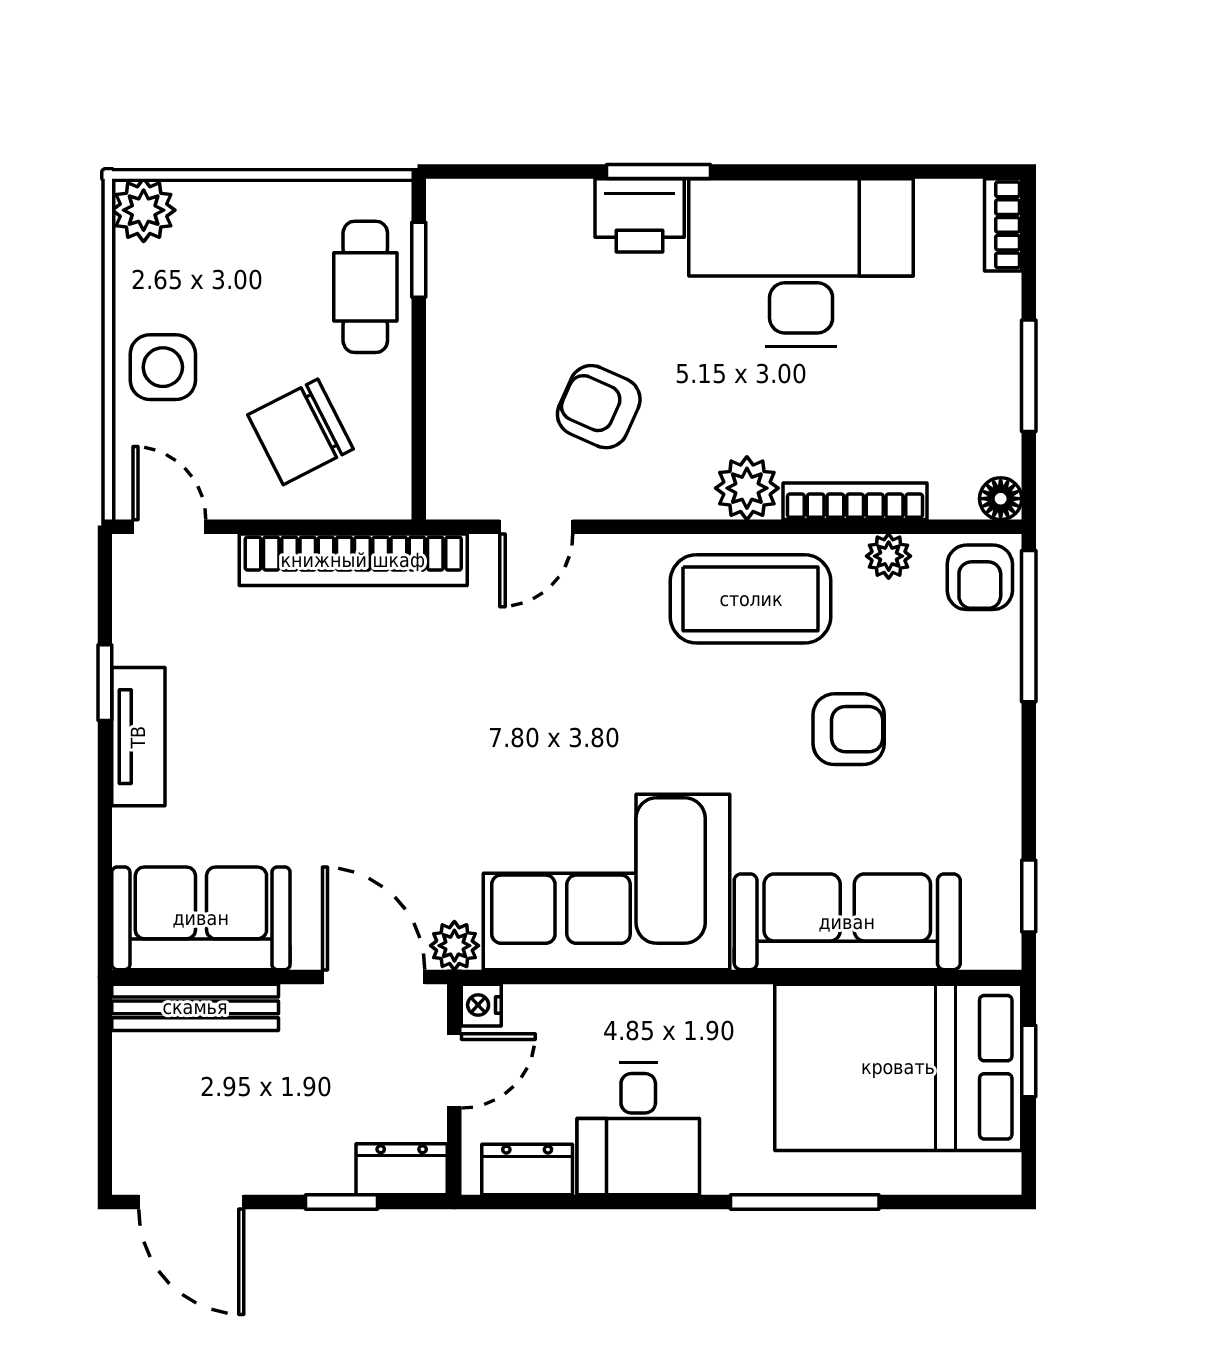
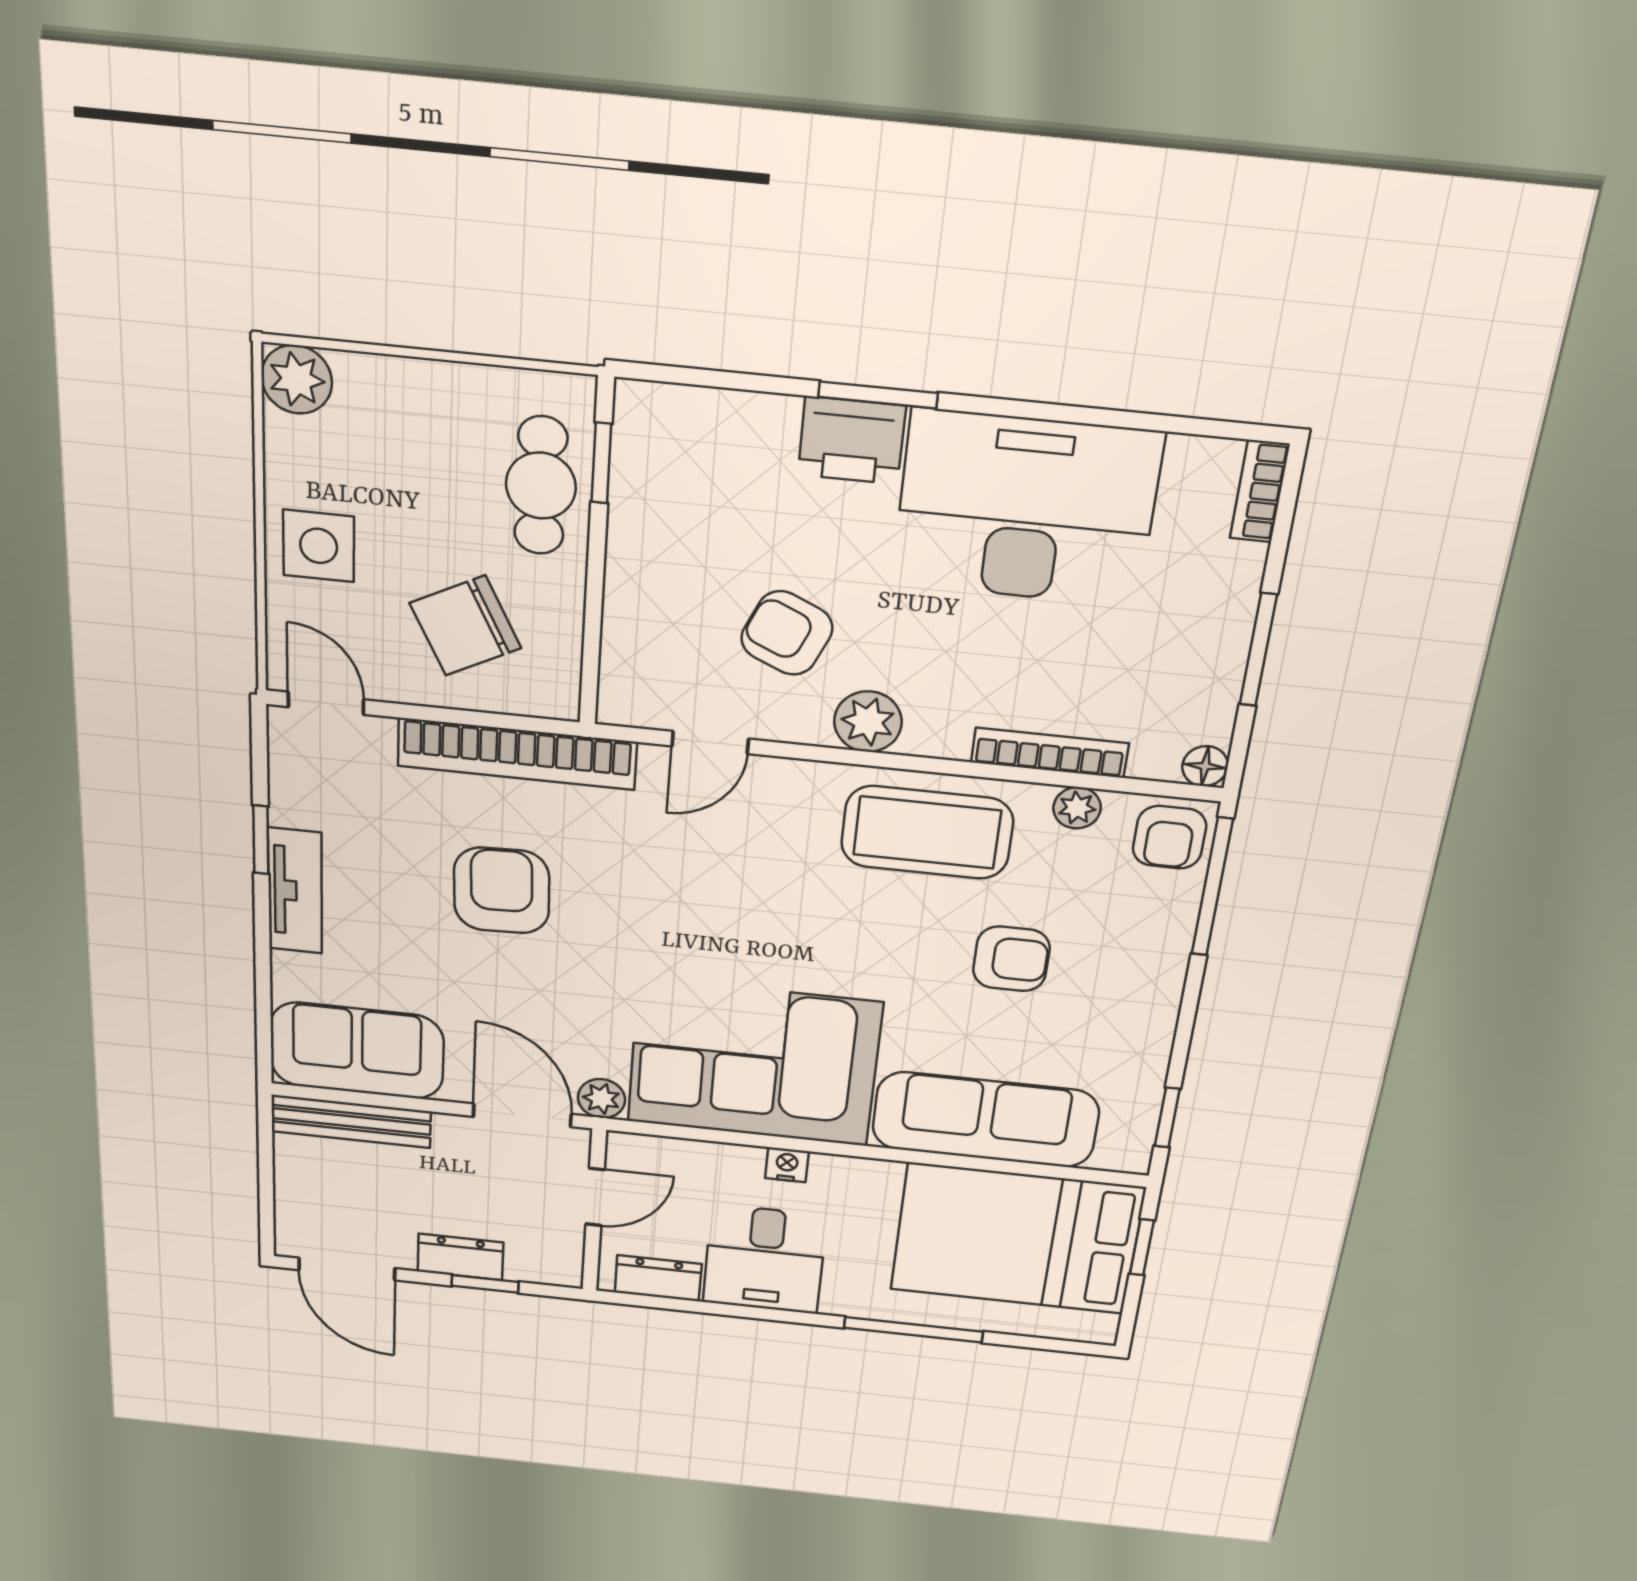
plant: (747, 488) -> (868, 722), moved
armchair: (343, 712) -> (502, 891), added
nightstand: (481, 1005) -> (787, 1165), moved, turned 90
dresser: (402, 1169) -> (460, 1257), moved

